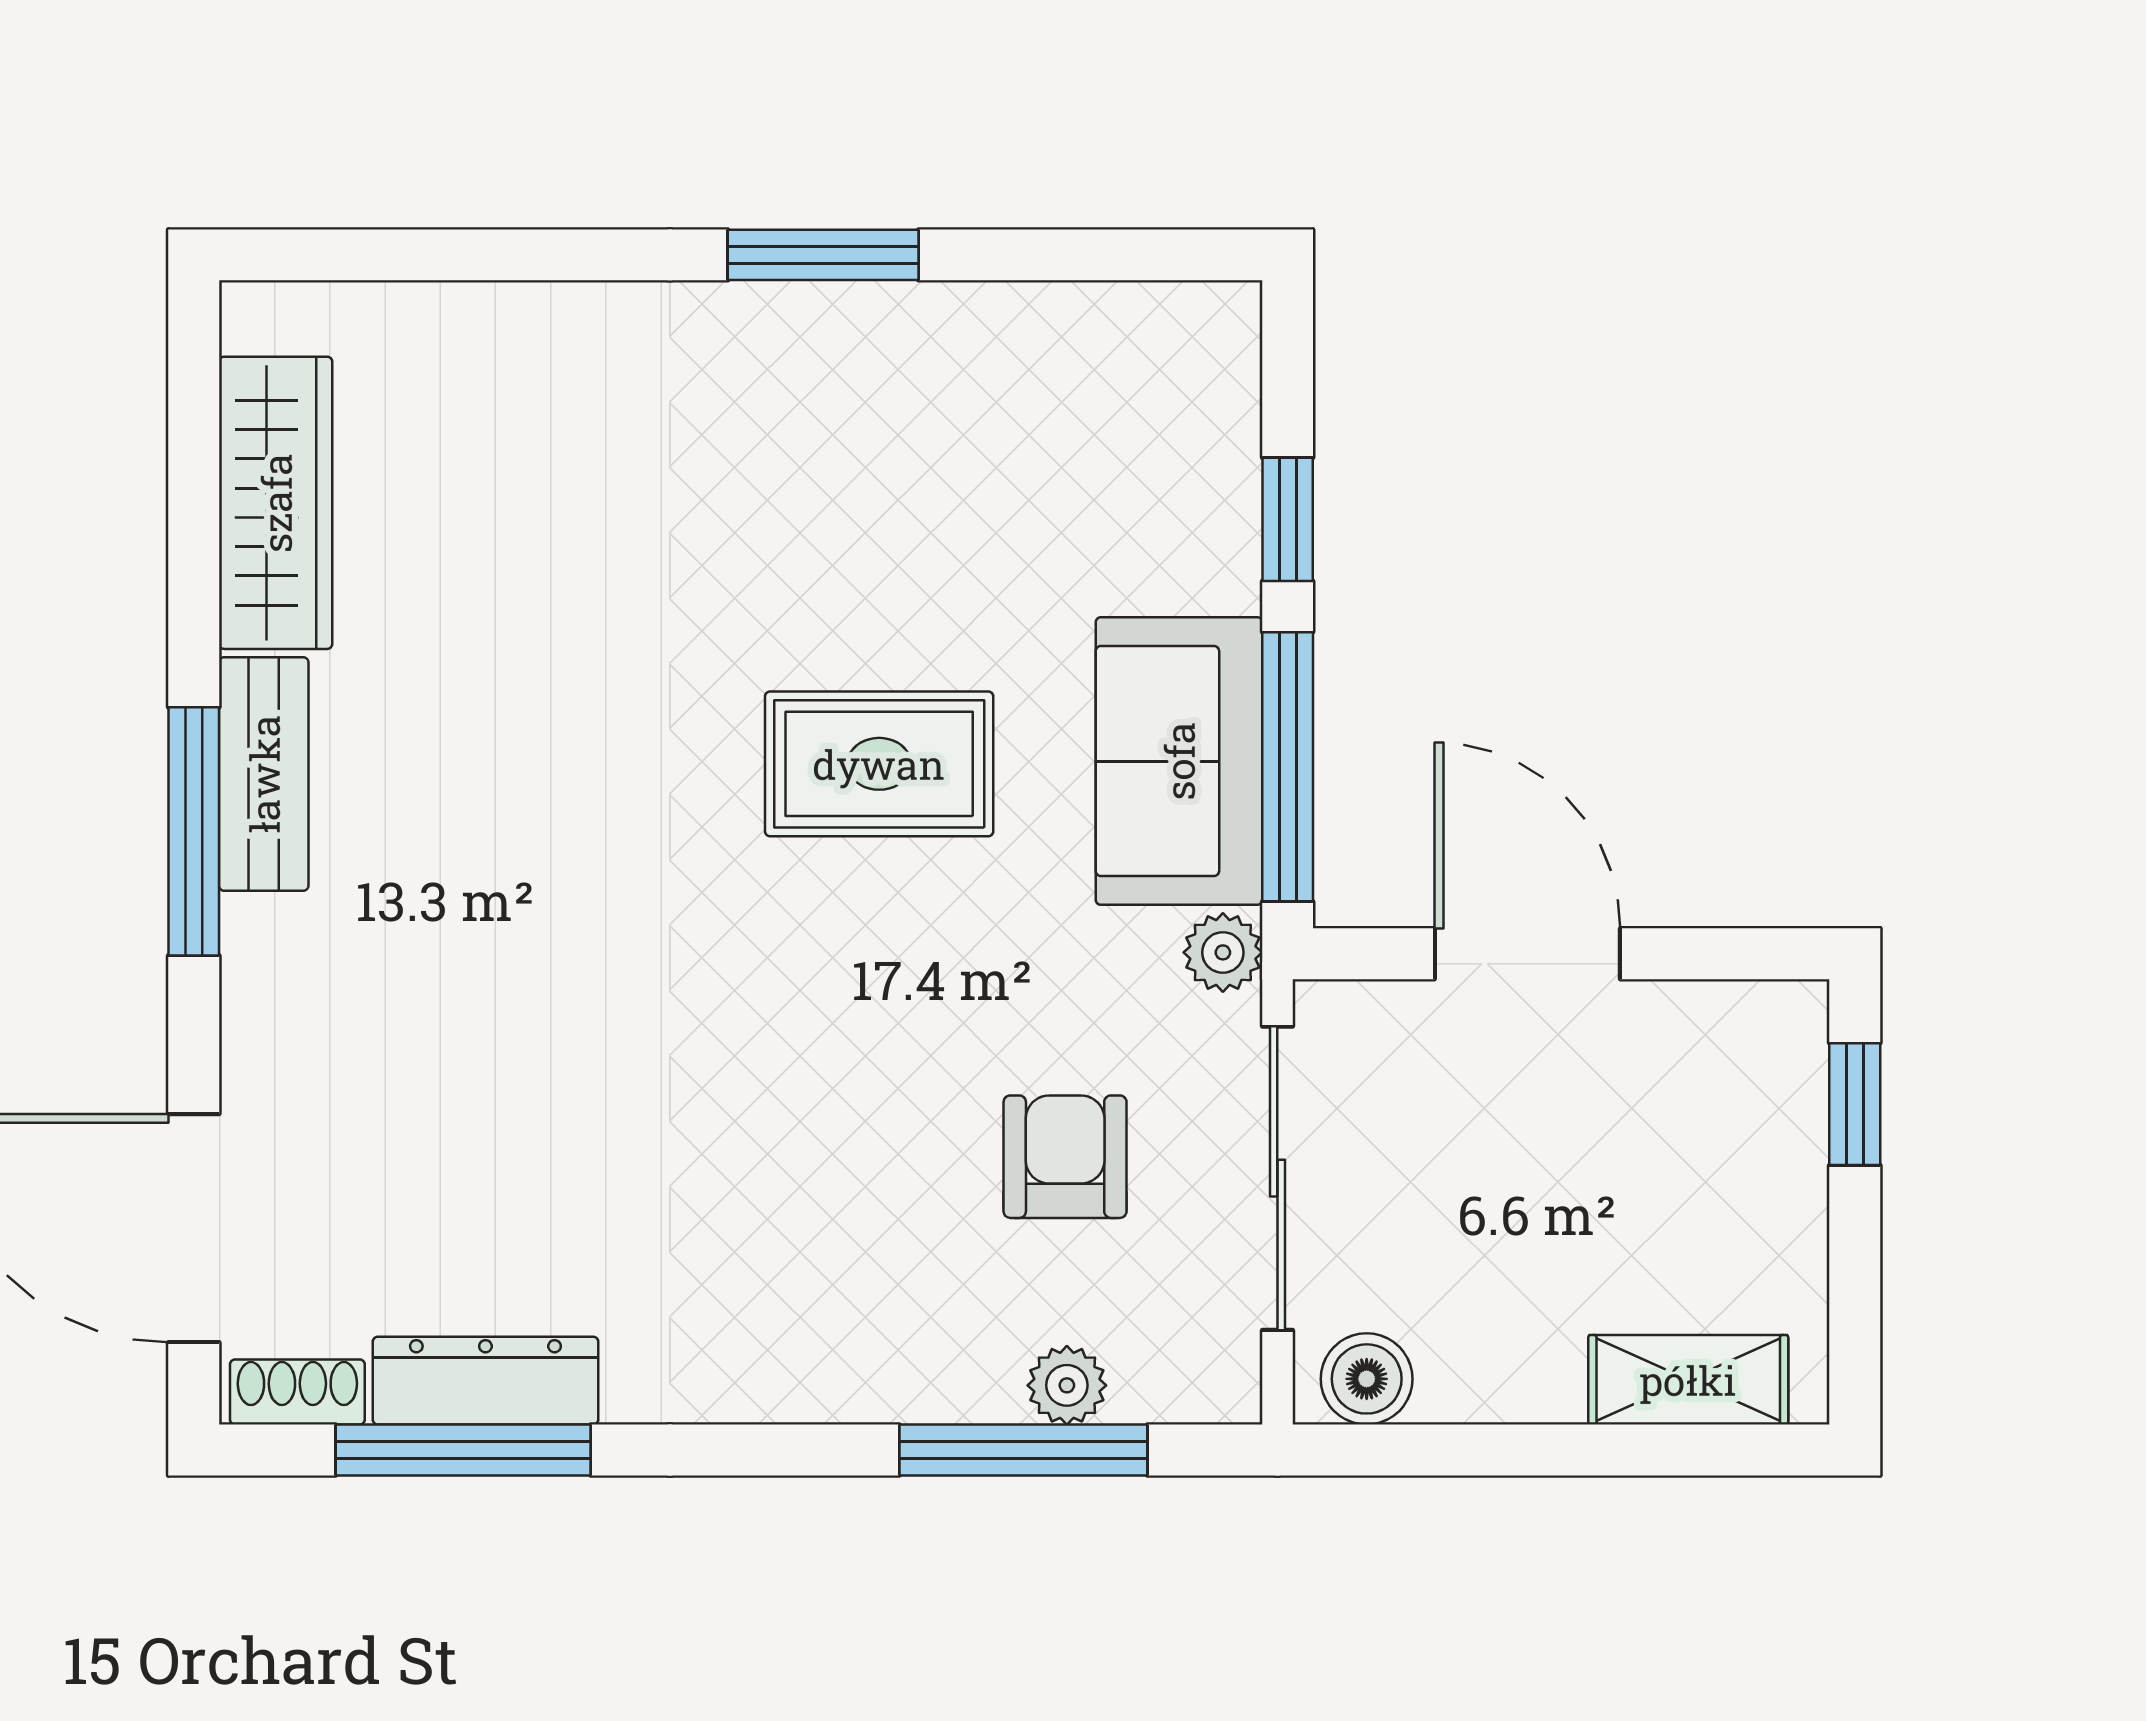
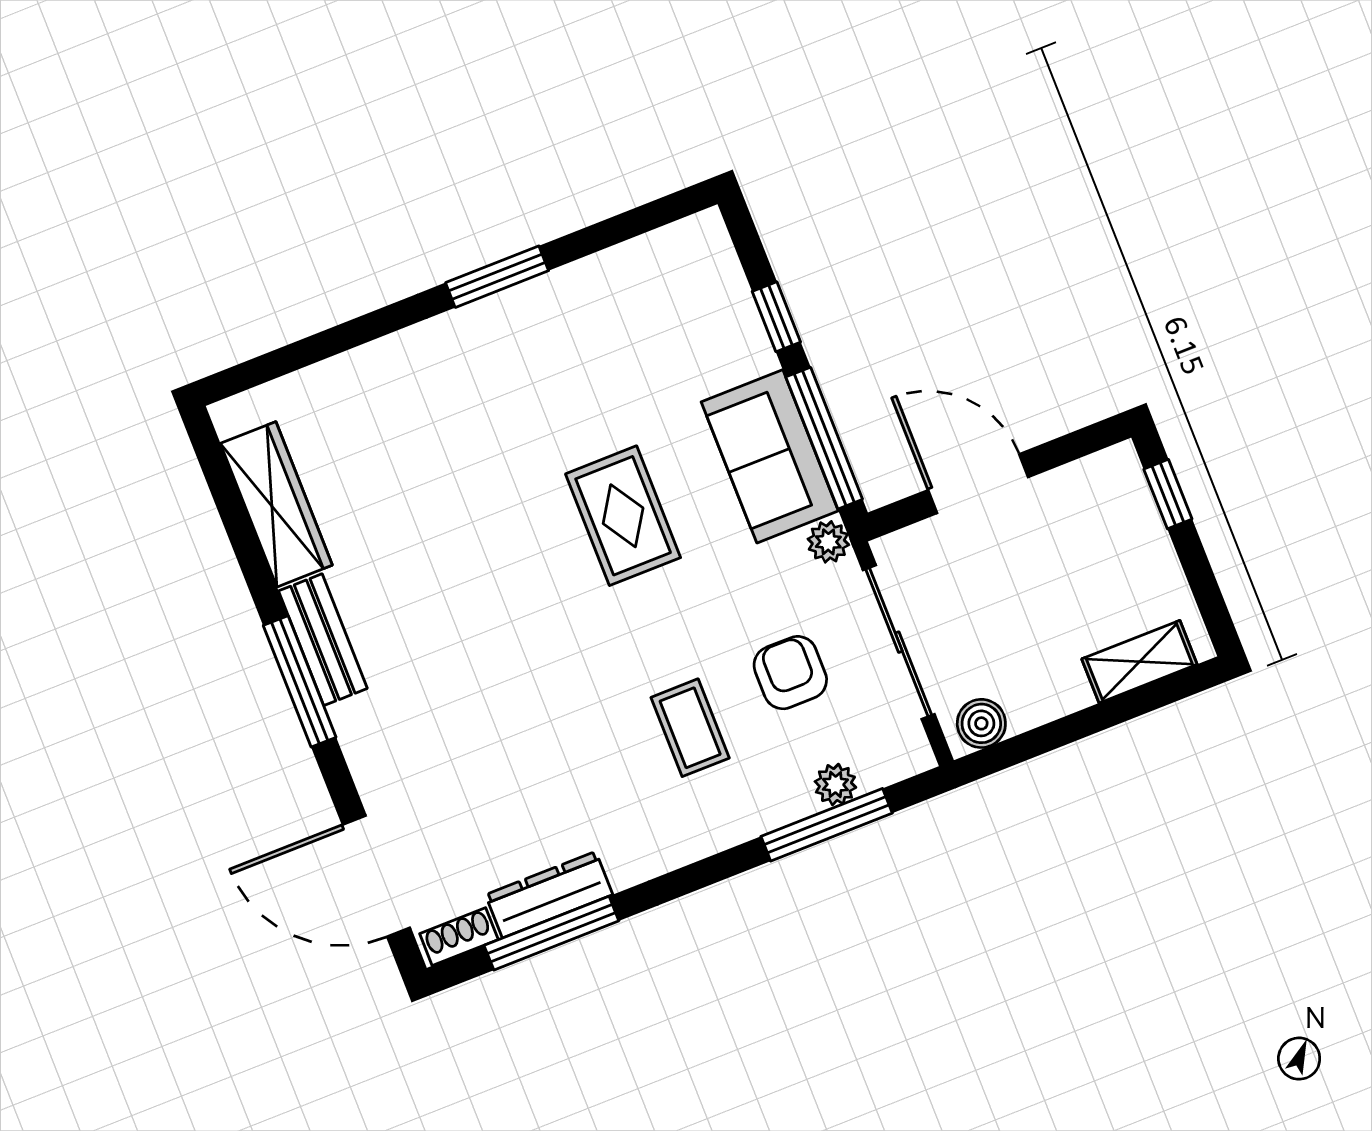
rug: (879, 764) -> (623, 516), turned 90
coffee table: (850, 1184) -> (690, 728), added

